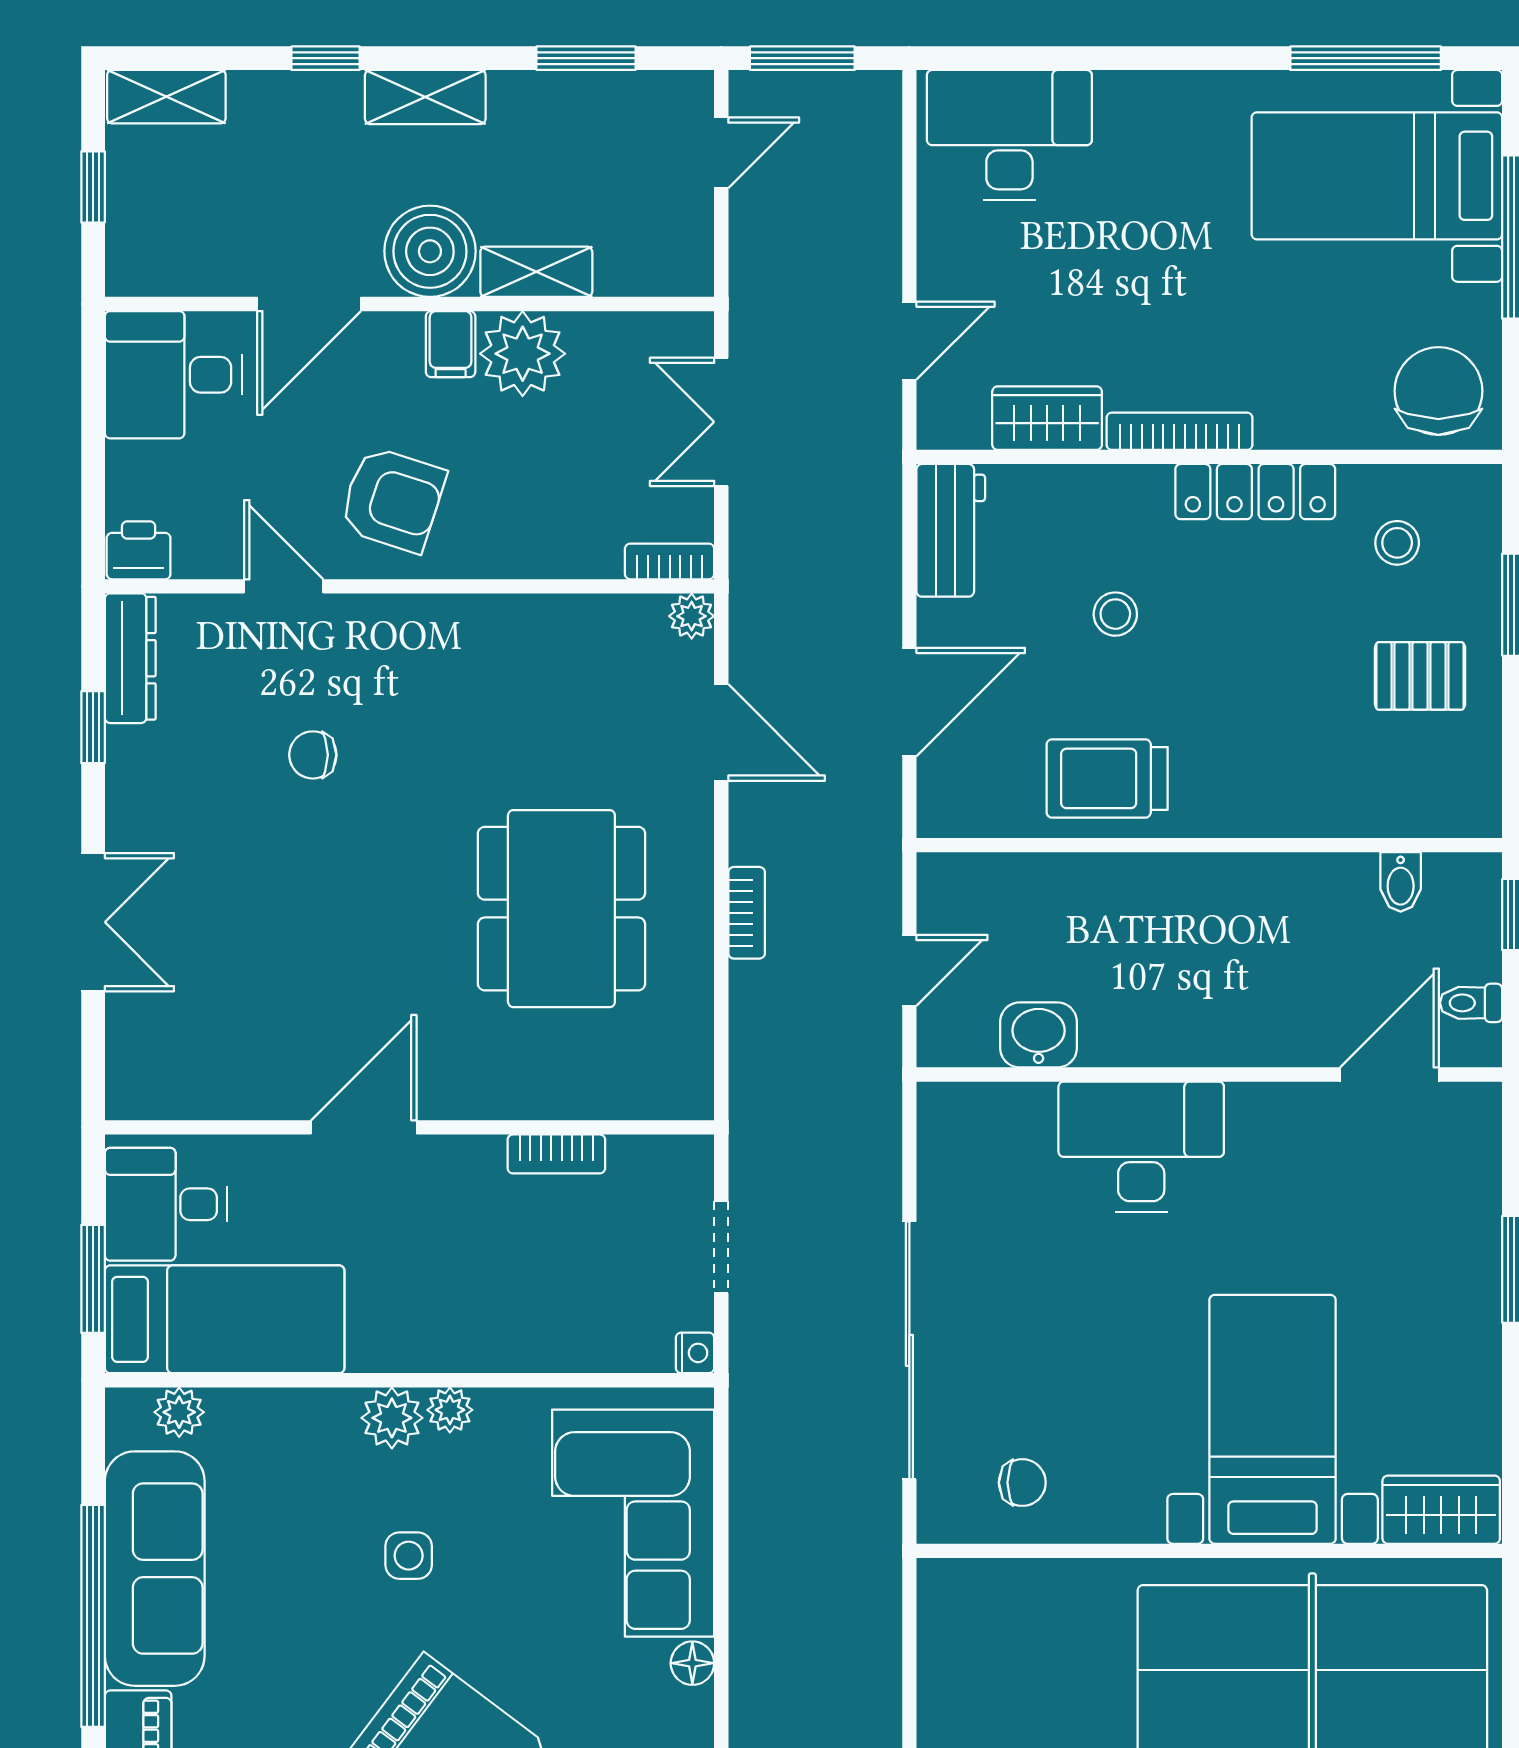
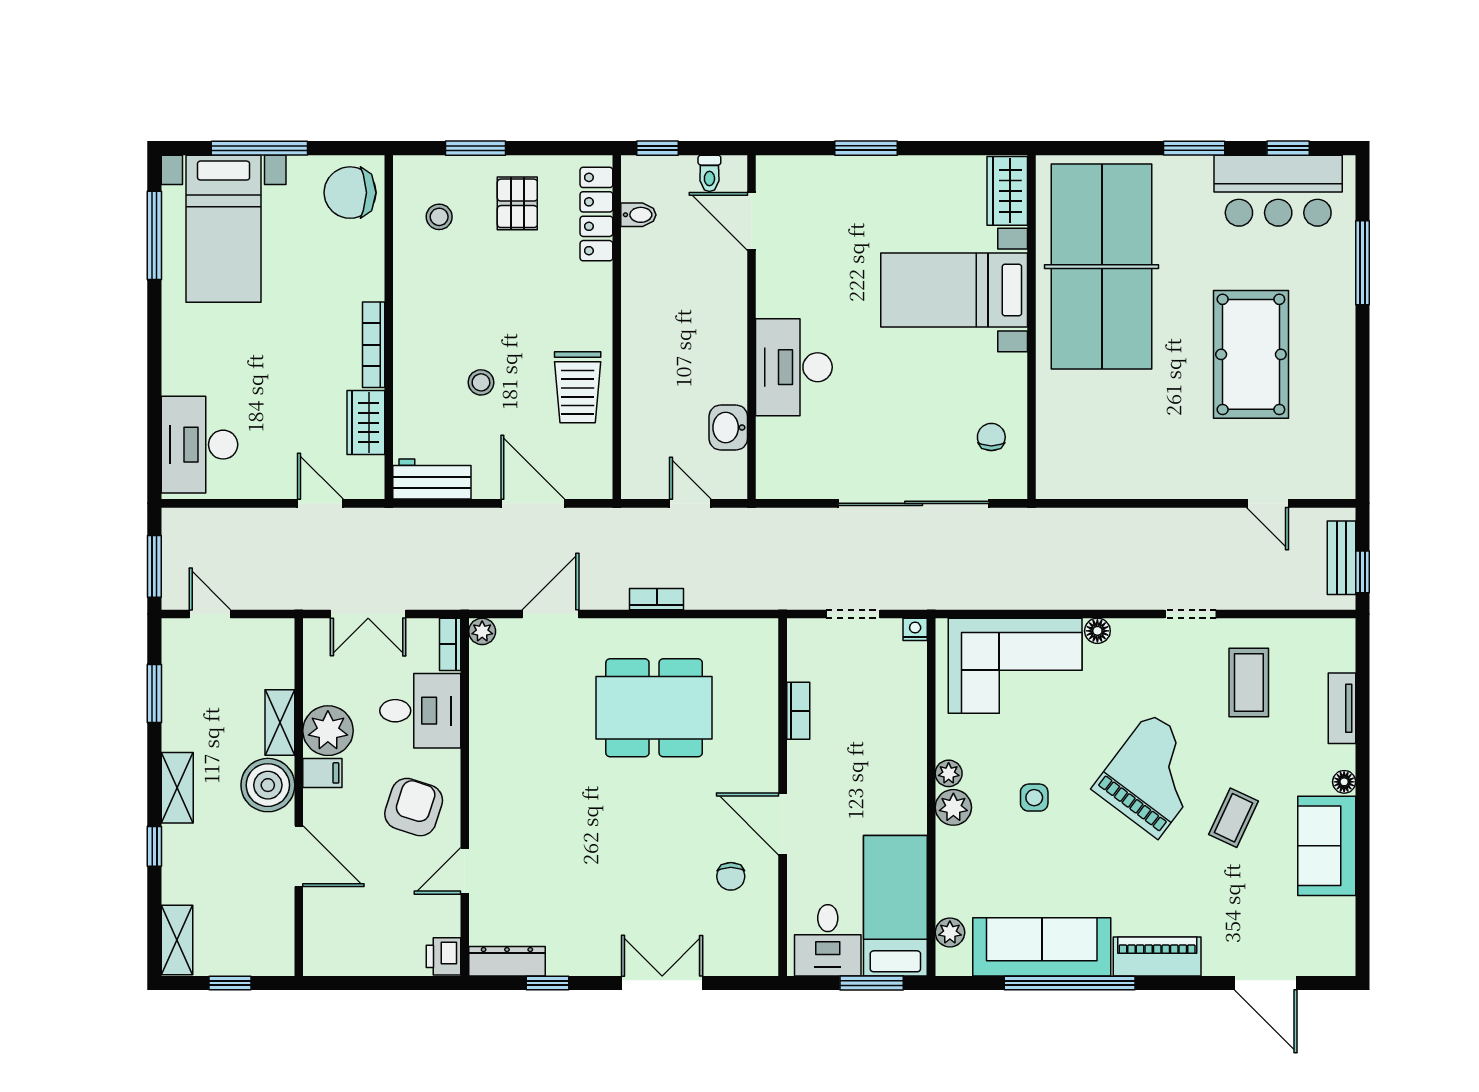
desk: (173, 375) -> (420, 711), moved, turned -90
locker: (1255, 492) -> (596, 214), moved, turned 180
chair: (313, 755) -> (731, 876), moved

